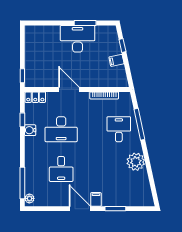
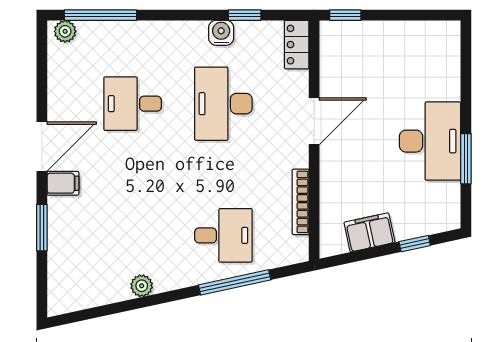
filing cabinet: (116, 60) -> (369, 232), width x2.00
plant: (136, 162) -> (142, 286), width x0.53, depth x0.53

